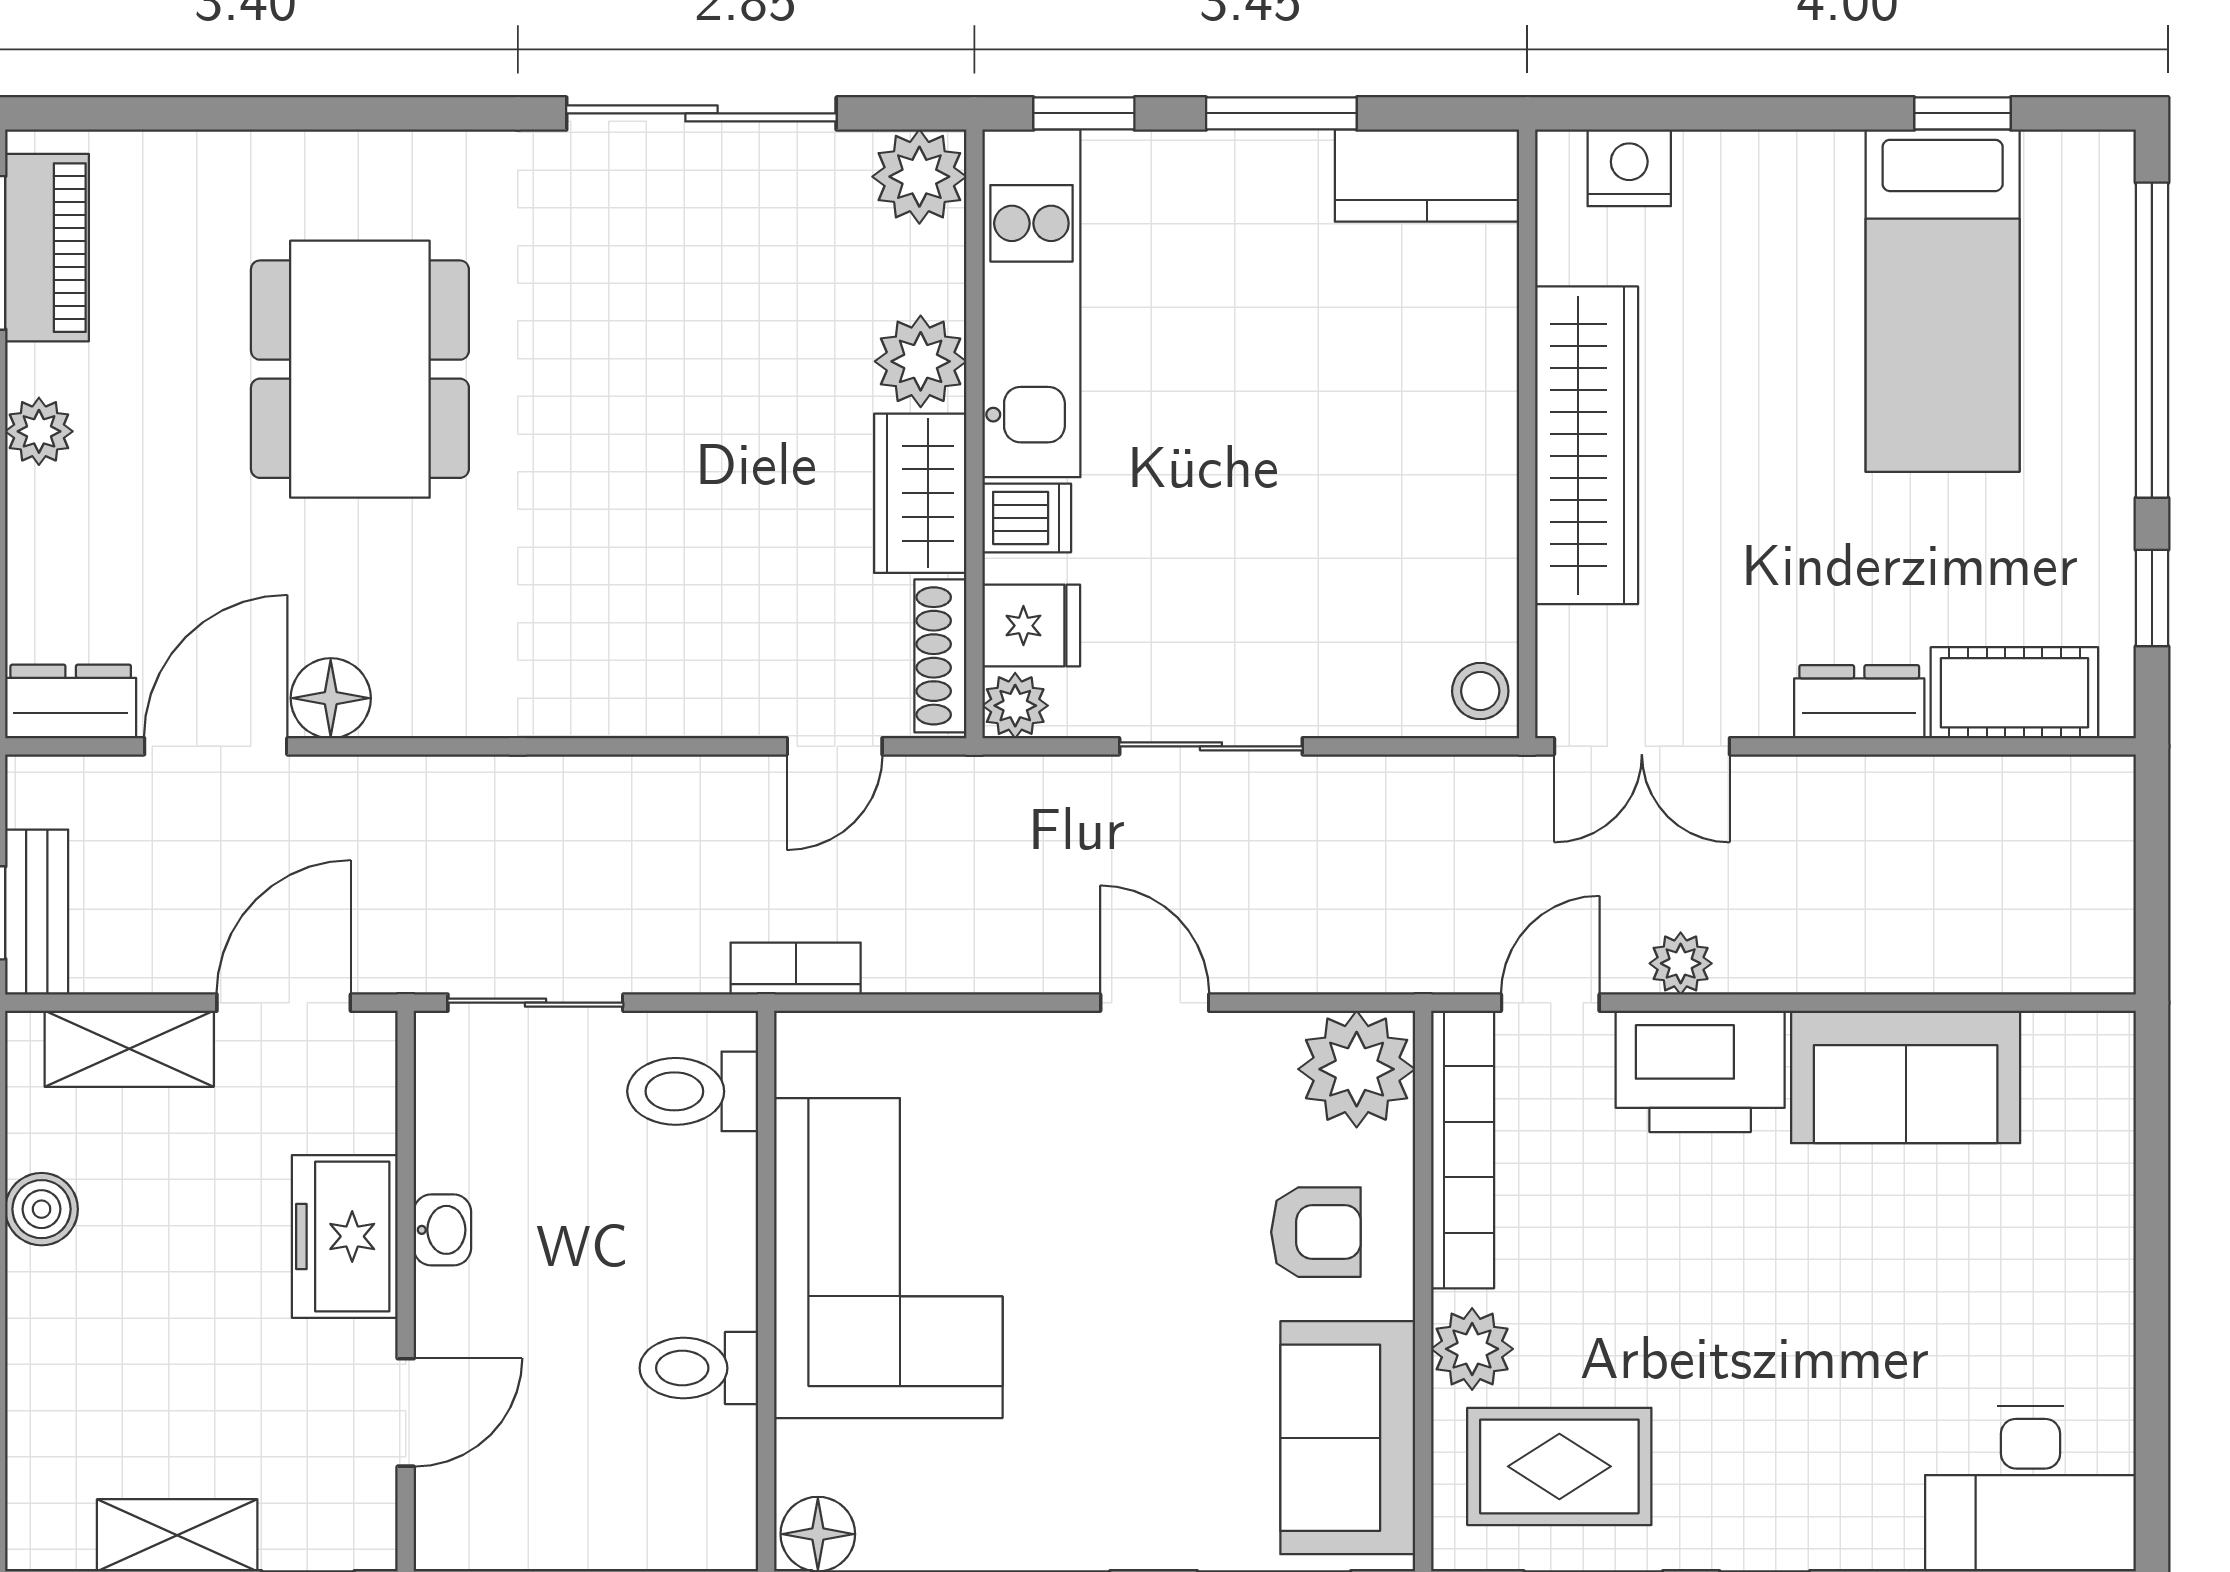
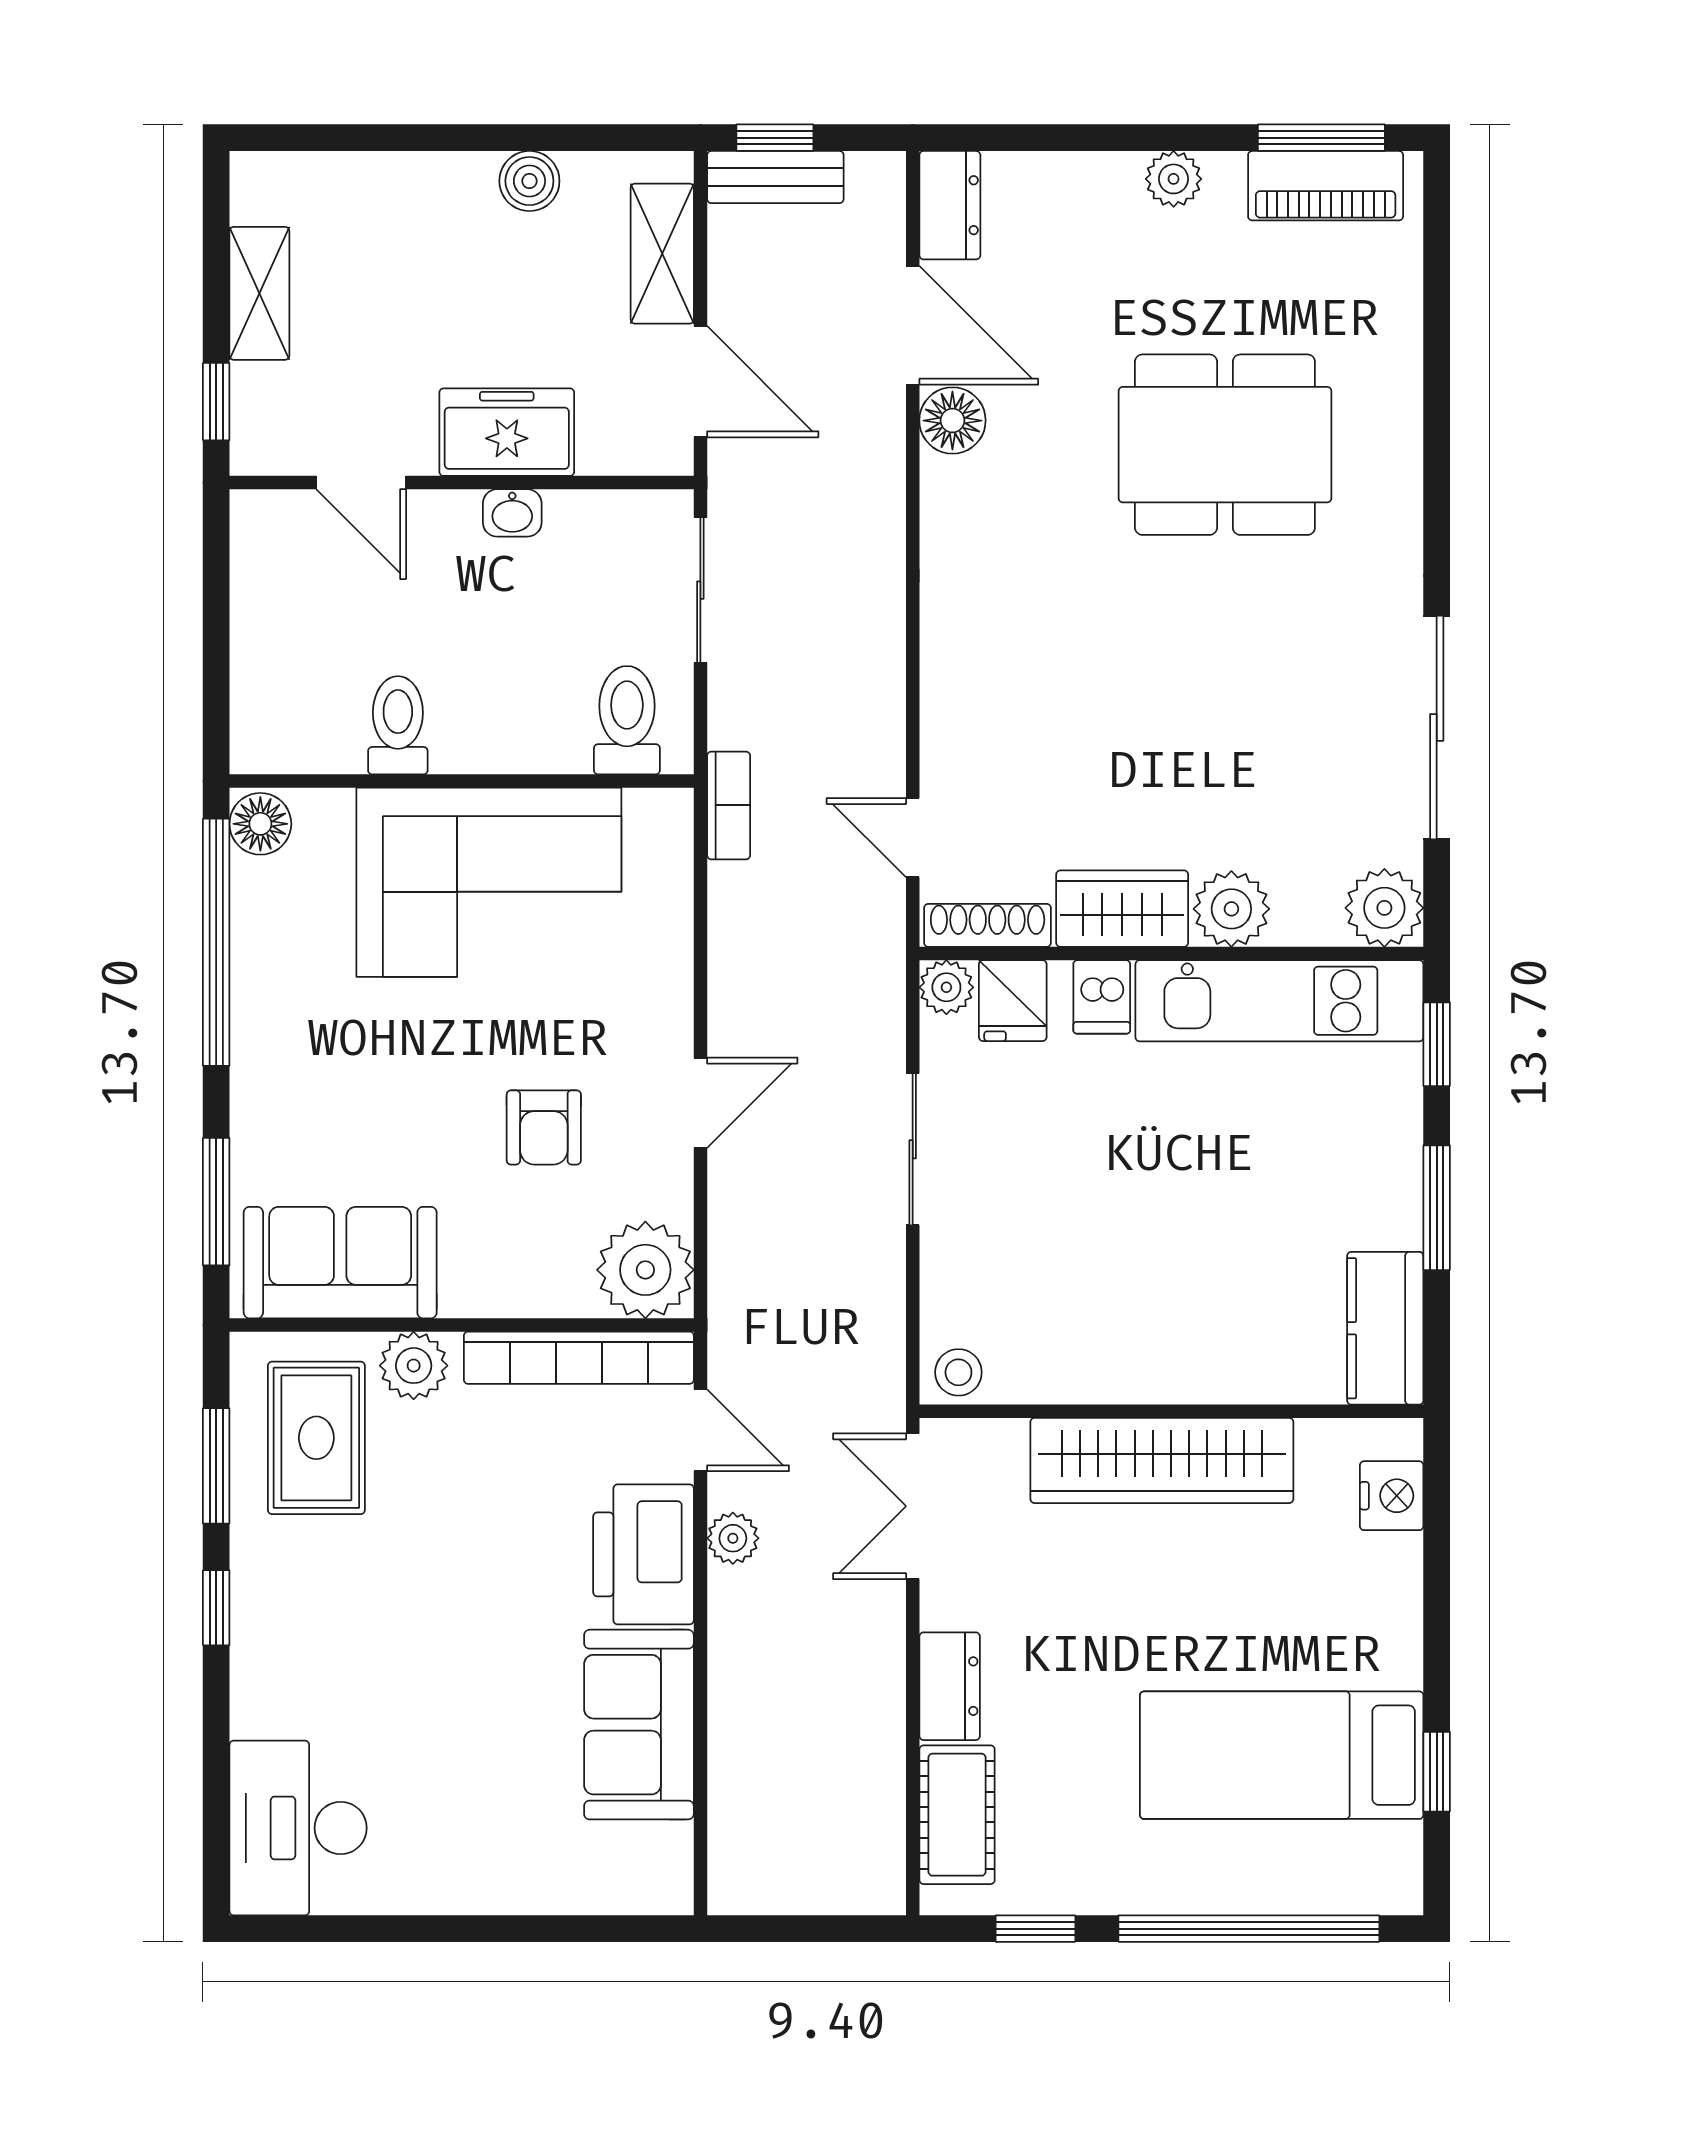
armchair: (1316, 1232) -> (544, 1127), moved

